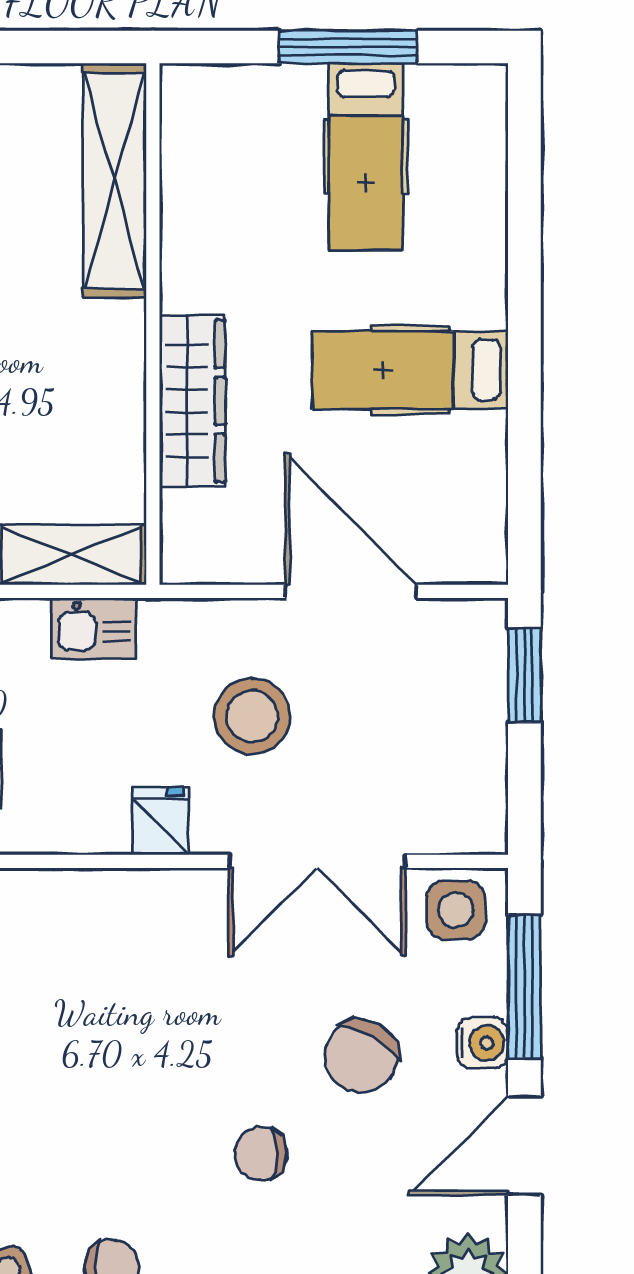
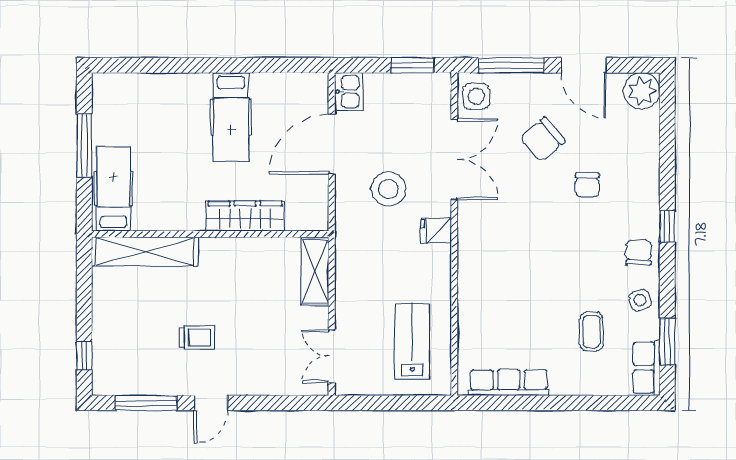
hospital bed: (366, 157) -> (113, 189), moved, turned -90
kitchen sink: (94, 628) -> (348, 92), moved
window: (524, 675) -> (412, 65), moved
water cooler: (483, 1043) -> (537, 84), removed
chair: (361, 1056) -> (543, 139), turned 110

